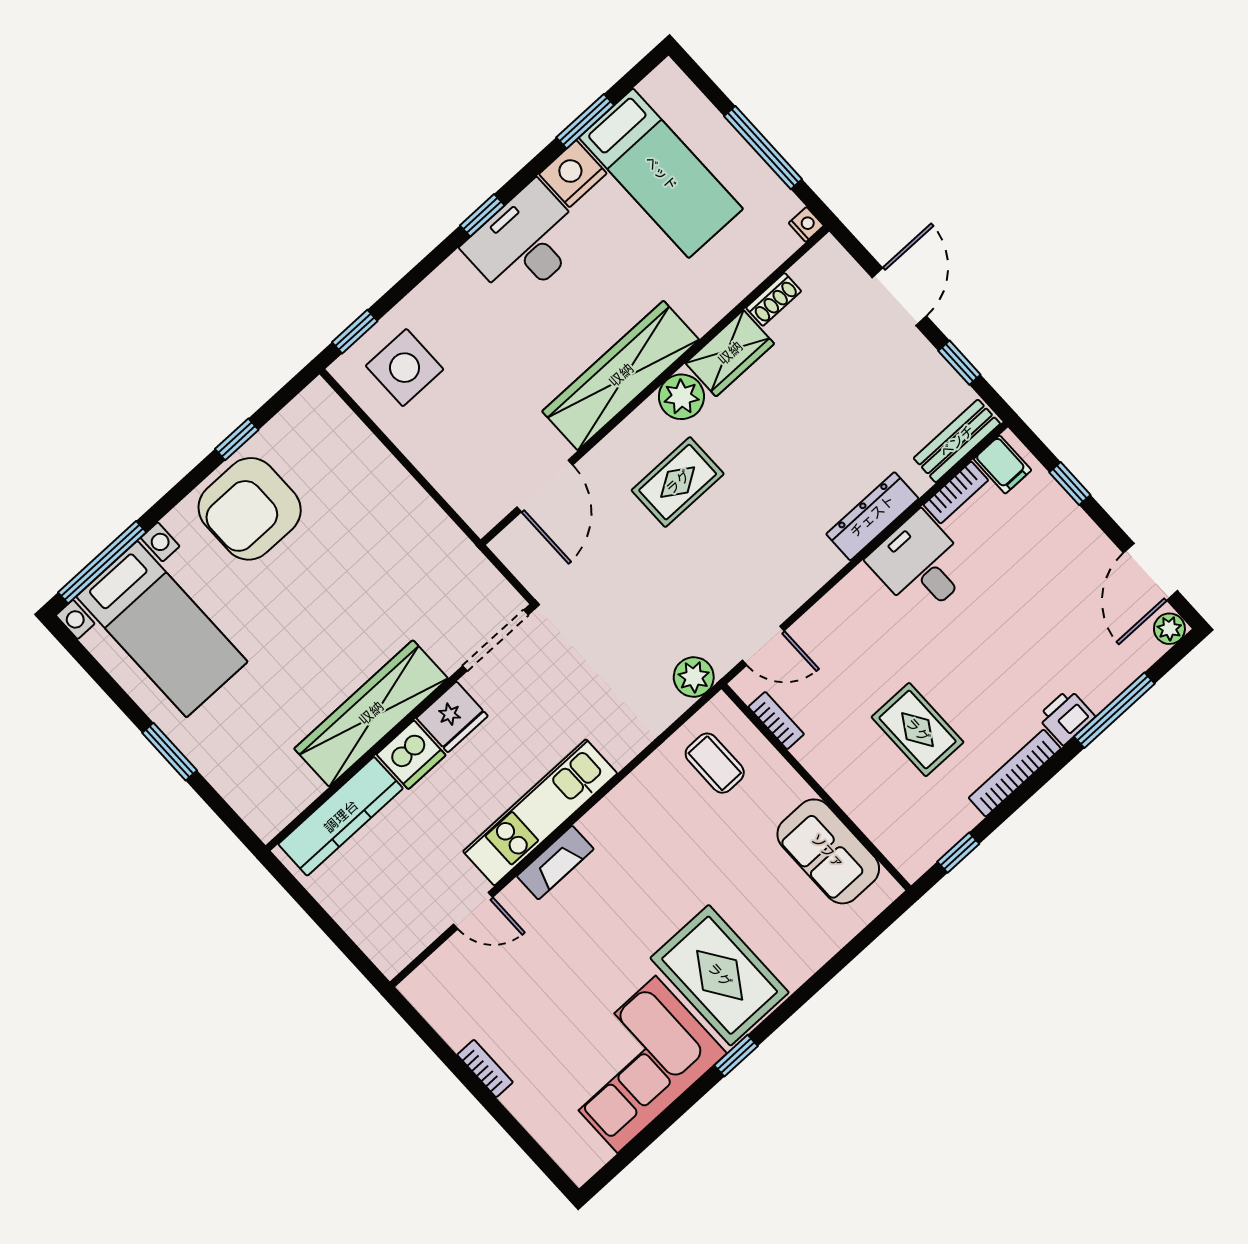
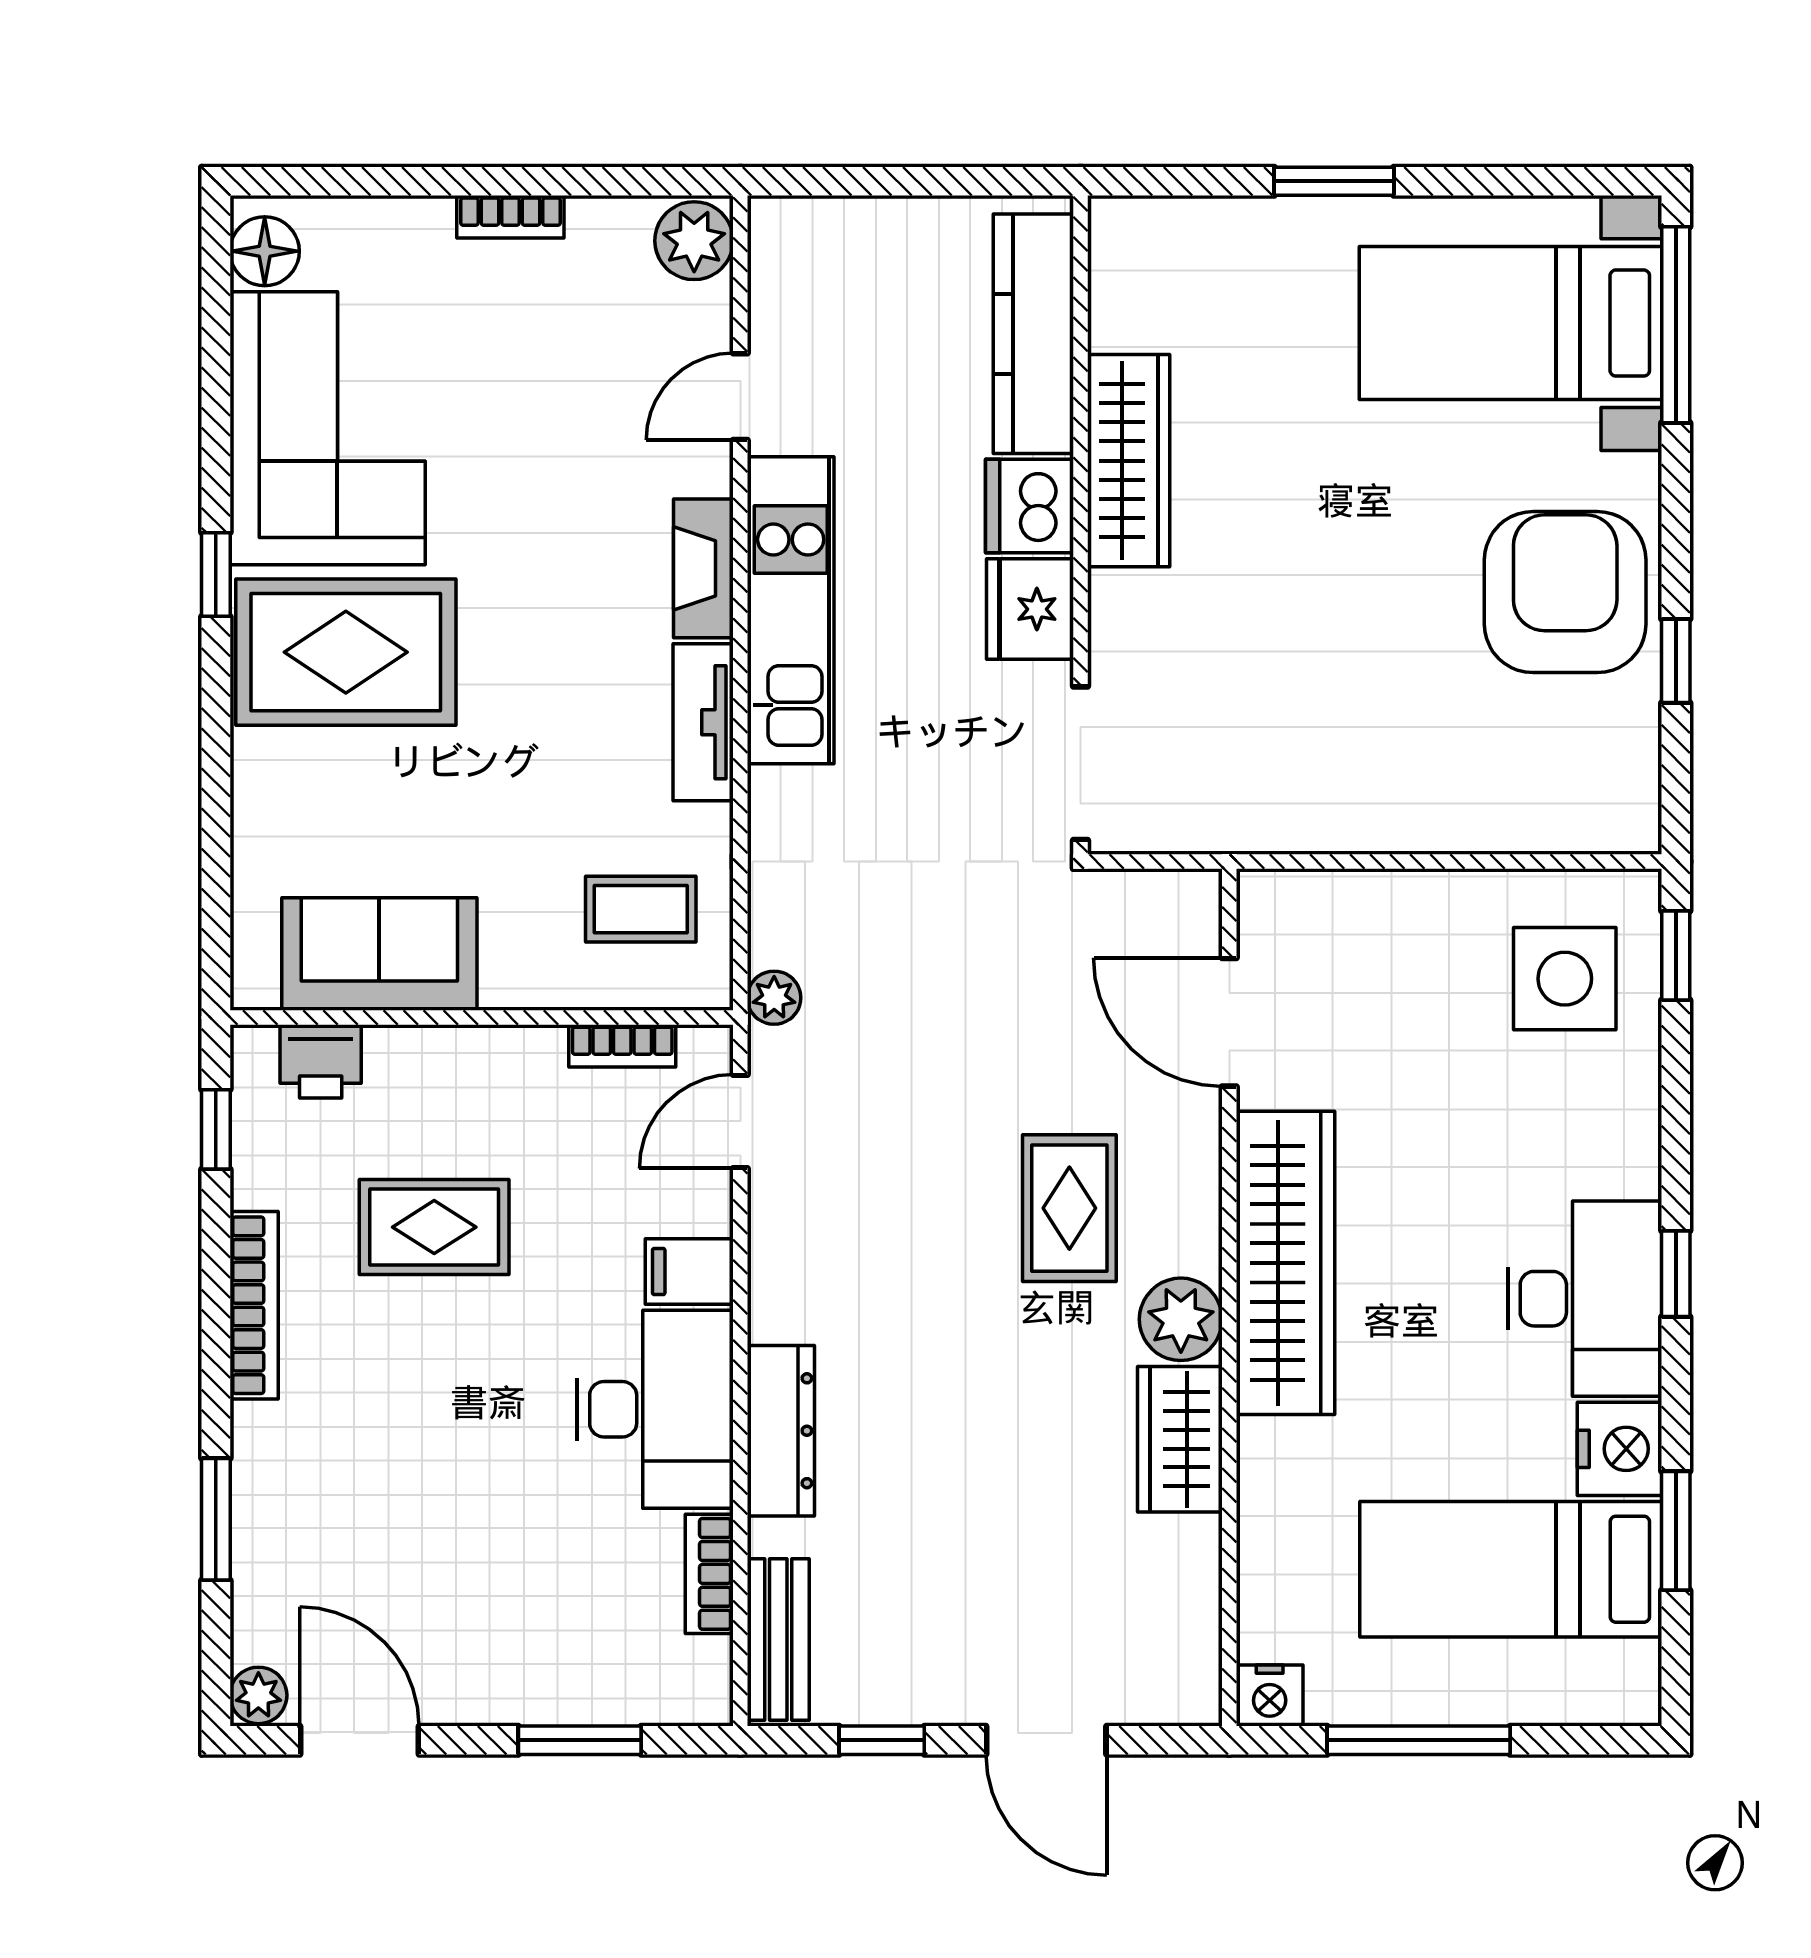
nightstand: (806, 224) -> (1270, 1695), width x1.39, depth x1.35
shoe rack: (774, 299) -> (1199, 1566), removed
filing cabinet: (1003, 465) -> (689, 1272), moved
window: (1070, 484) -> (580, 1740), width x1.50
desk: (920, 565) -> (655, 1409), width x1.37
plant: (694, 677) -> (774, 998), width x0.73, depth x0.73
window: (1114, 710) -> (216, 1519), width x0.69
wardrobe: (371, 713) -> (1129, 461), width x0.71, depth x0.85
printer: (1066, 717) -> (321, 1061), moved, turned 90
tv unit: (617, 806) -> (703, 722), added
plant: (427, 986) -> (694, 241), added
floor lamp: (589, 1154) -> (265, 251), added

